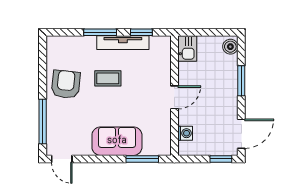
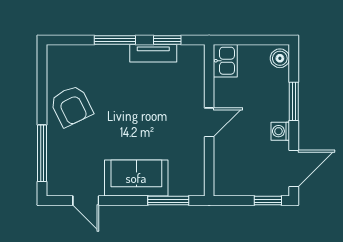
tv unit: (123, 43) -> (153, 53), width x0.71
coffee table: (108, 78) -> (125, 99), removed
armchair: (66, 84) -> (71, 106), turned 148
washing machine: (185, 133) -> (280, 131), moved, turned 180
door: (62, 159) -> (86, 201), moved

